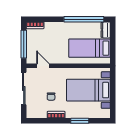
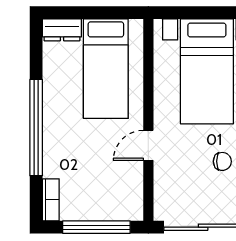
window: (84, 19) -> (36, 128), moved
door: (43, 66) -> (148, 145), moved

